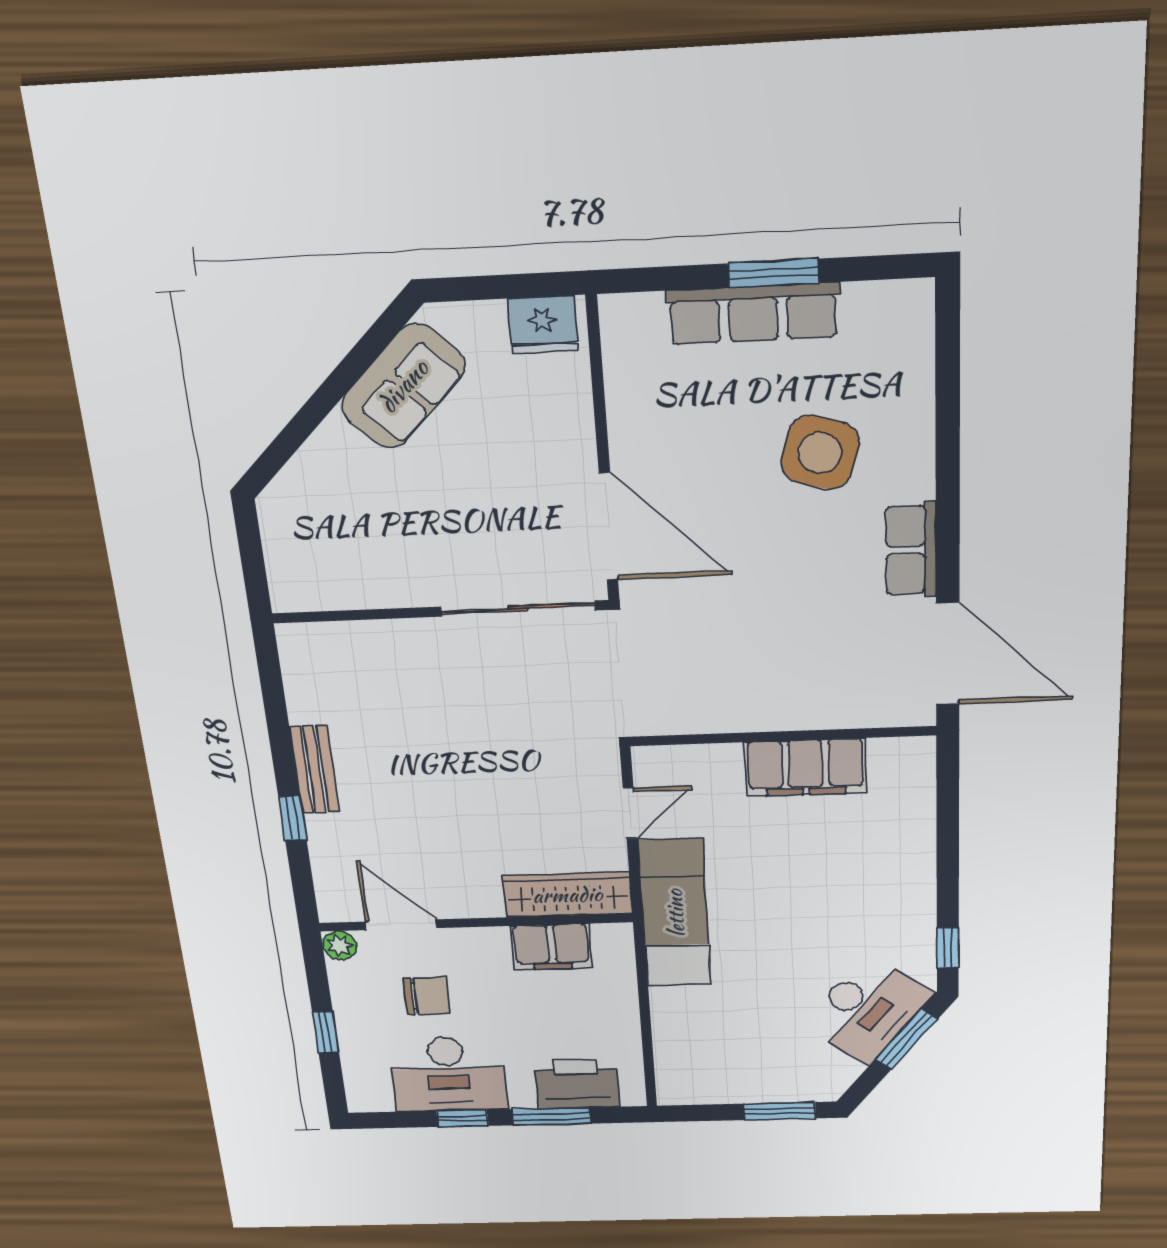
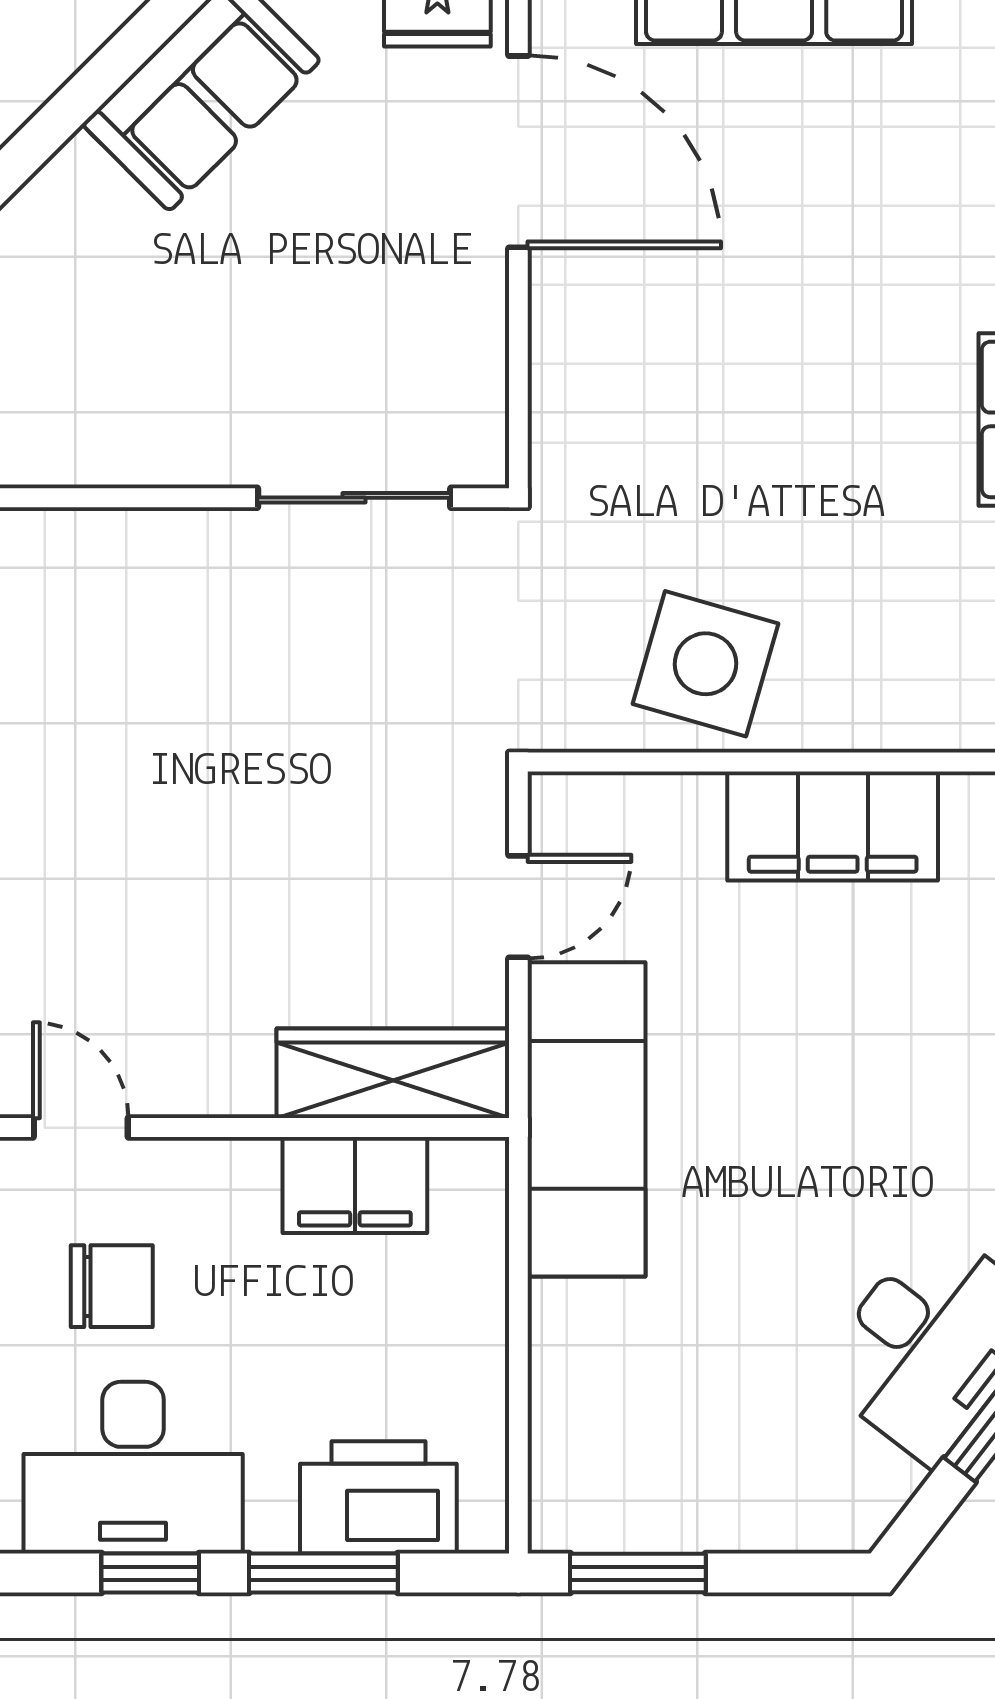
side table: (820, 453) -> (705, 664), moved
door: (608, 527) -> (518, 152), moved
sliding door: (518, 609) -> (354, 498), width x0.73
door: (401, 925) -> (81, 1128), width x0.73
window: (780, 1111) -> (638, 1573), moved

